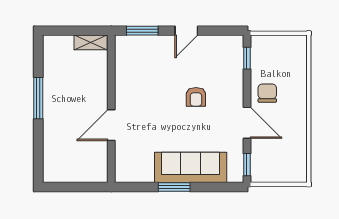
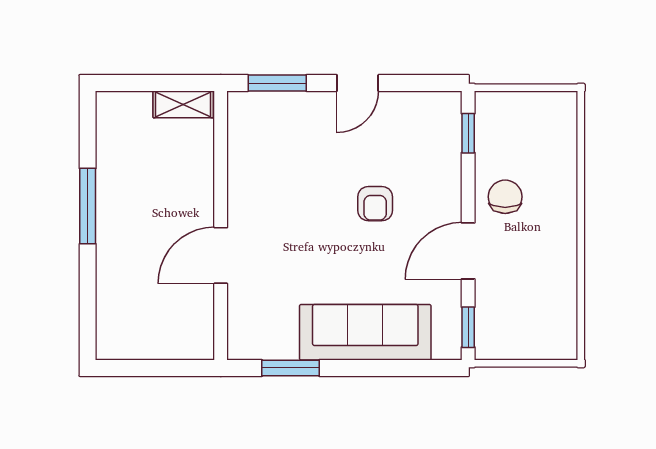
door: (247, 123) -> (468, 251), swing flipped
window: (174, 187) -> (291, 368), moved

